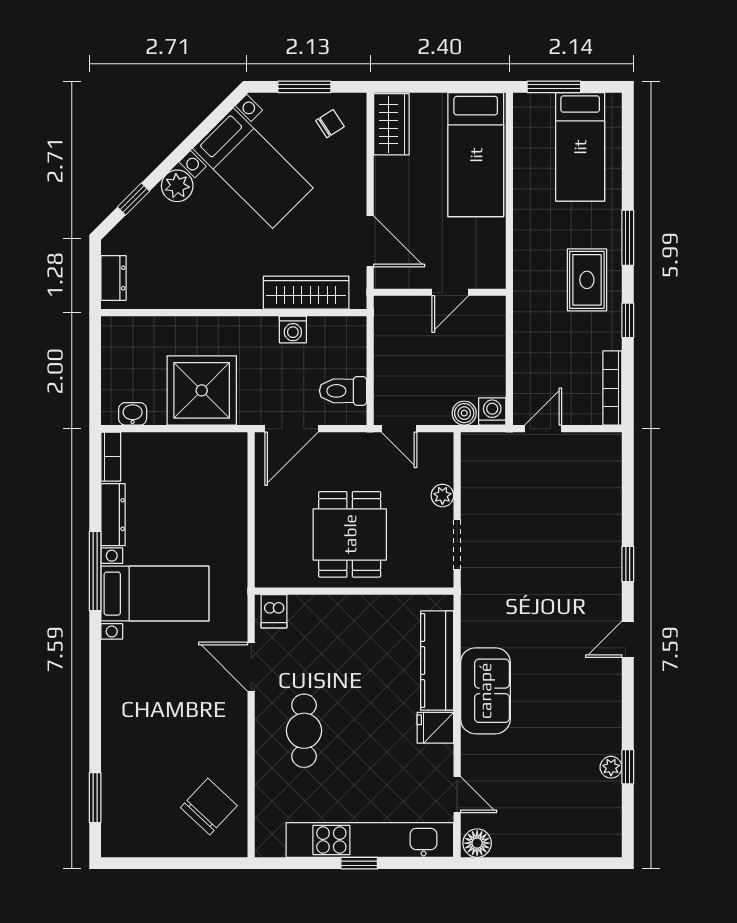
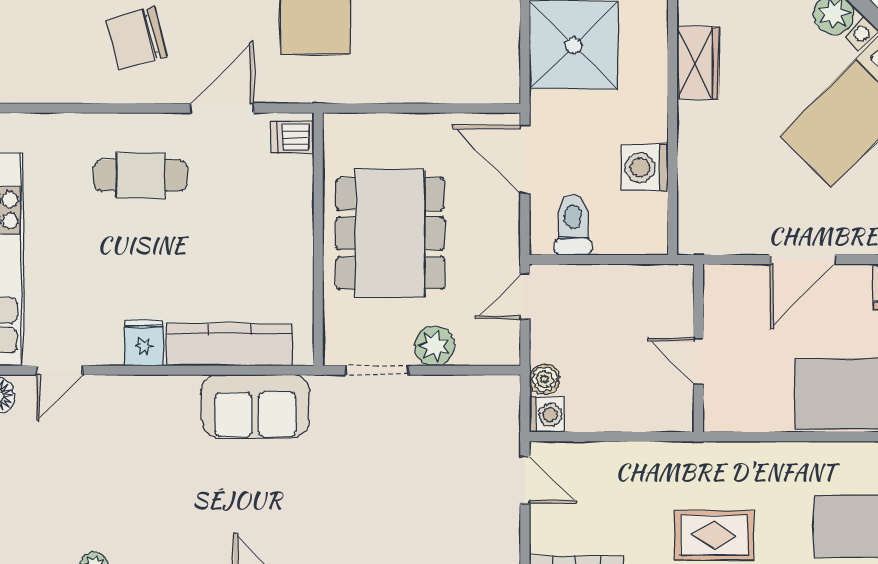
door: (370, 241) -> (802, 259), moved
wardrobe: (306, 293) -> (698, 63), moved, width x0.67
washing machine: (293, 329) -> (645, 168), width x1.38, depth x1.38
plant: (442, 496) -> (434, 346), width x1.38, depth x1.38
dining table: (350, 534) -> (390, 233), width x1.38
sofa: (485, 691) -> (255, 406), moved
chair: (209, 807) -> (137, 38), moved, turned 122

